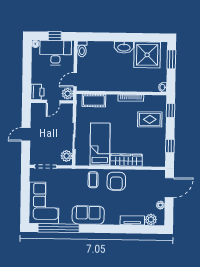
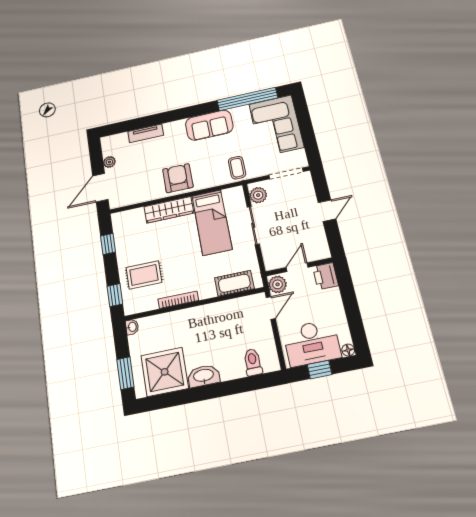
toilet: (82, 49) -> (253, 362), moved
coffee table: (93, 180) -> (237, 168), moved
plant: (151, 219) -> (120, 141), removed

